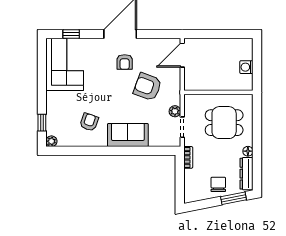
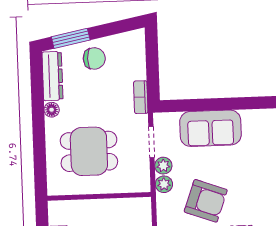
plant: (175, 99) -> (164, 184), added
sofa: (128, 135) -> (210, 128), moved
chair: (218, 184) -> (94, 58), turned -90

